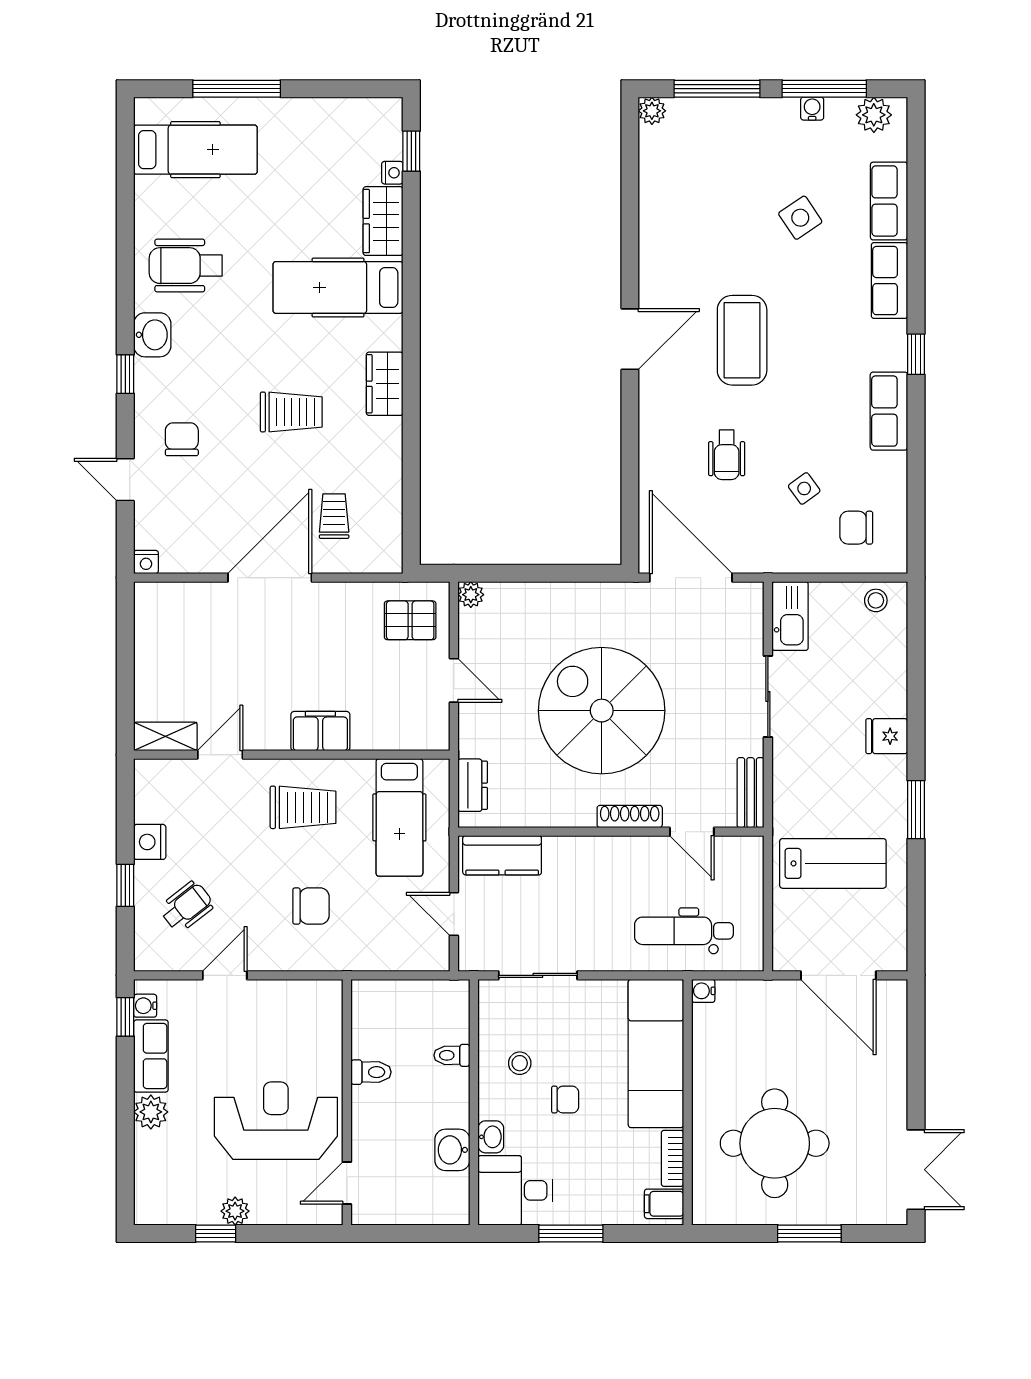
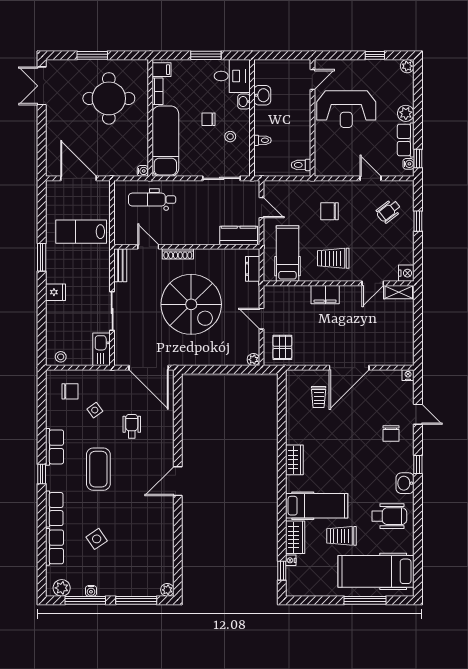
hospital bed: (195, 150) -> (376, 571), width x1.37, depth x1.29
coffee table: (742, 340) -> (98, 469), moved
trolley: (291, 412) -> (341, 536), moved
pallet: (410, 620) -> (282, 347), turned 90
nightstand: (150, 842) -> (406, 273), moved
dental chair: (684, 931) -> (152, 200), turned 180
door: (225, 975) -> (371, 178), swing flipped
toilet: (371, 1072) -> (301, 165), moved
plant: (235, 1211) -> (407, 66), moved

